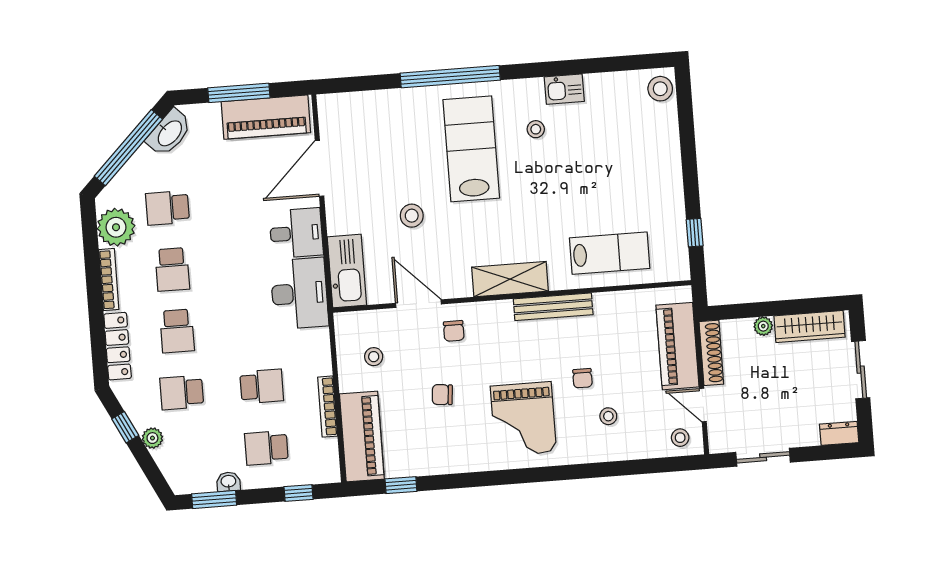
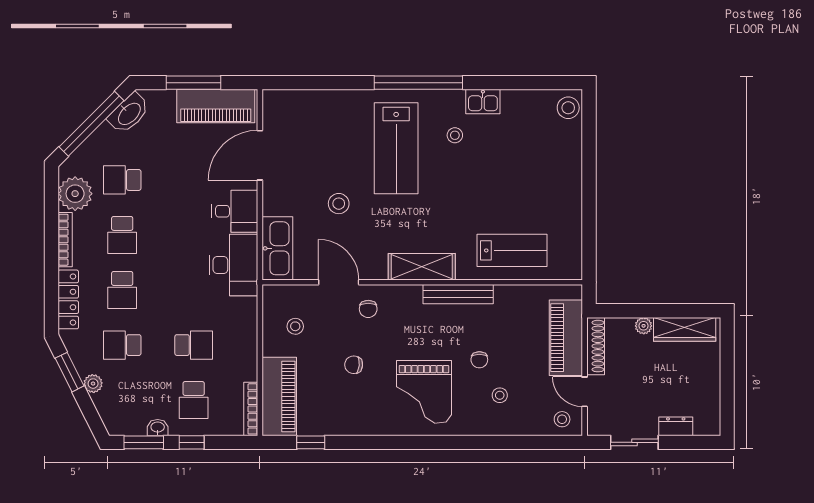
window: (450, 77) -> (418, 83), moved
lab bench: (471, 149) -> (396, 148), turned 180
window: (695, 233) -> (589, 238), removed
sliding door: (861, 370) -> (727, 371), removed
bookcase: (328, 407) -> (251, 409), moved
window: (125, 427) -> (70, 372), width x1.50
dresser: (839, 433) -> (676, 426), moved
school desk: (266, 448) -> (194, 400), turned -90
window: (299, 493) -> (192, 442), moved

